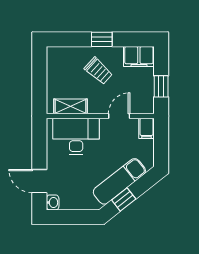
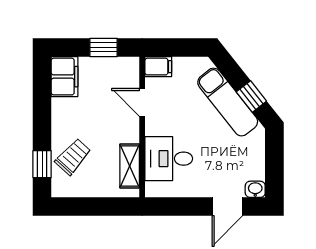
window: (102, 39) -> (42, 164), moved
trolley: (99, 71) -> (73, 157), moved
desk: (76, 136) -> (169, 159), width x0.73

